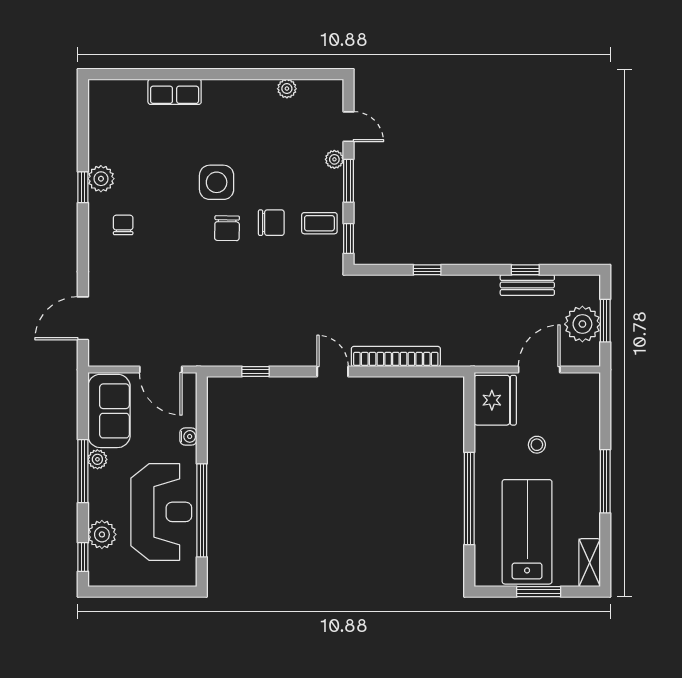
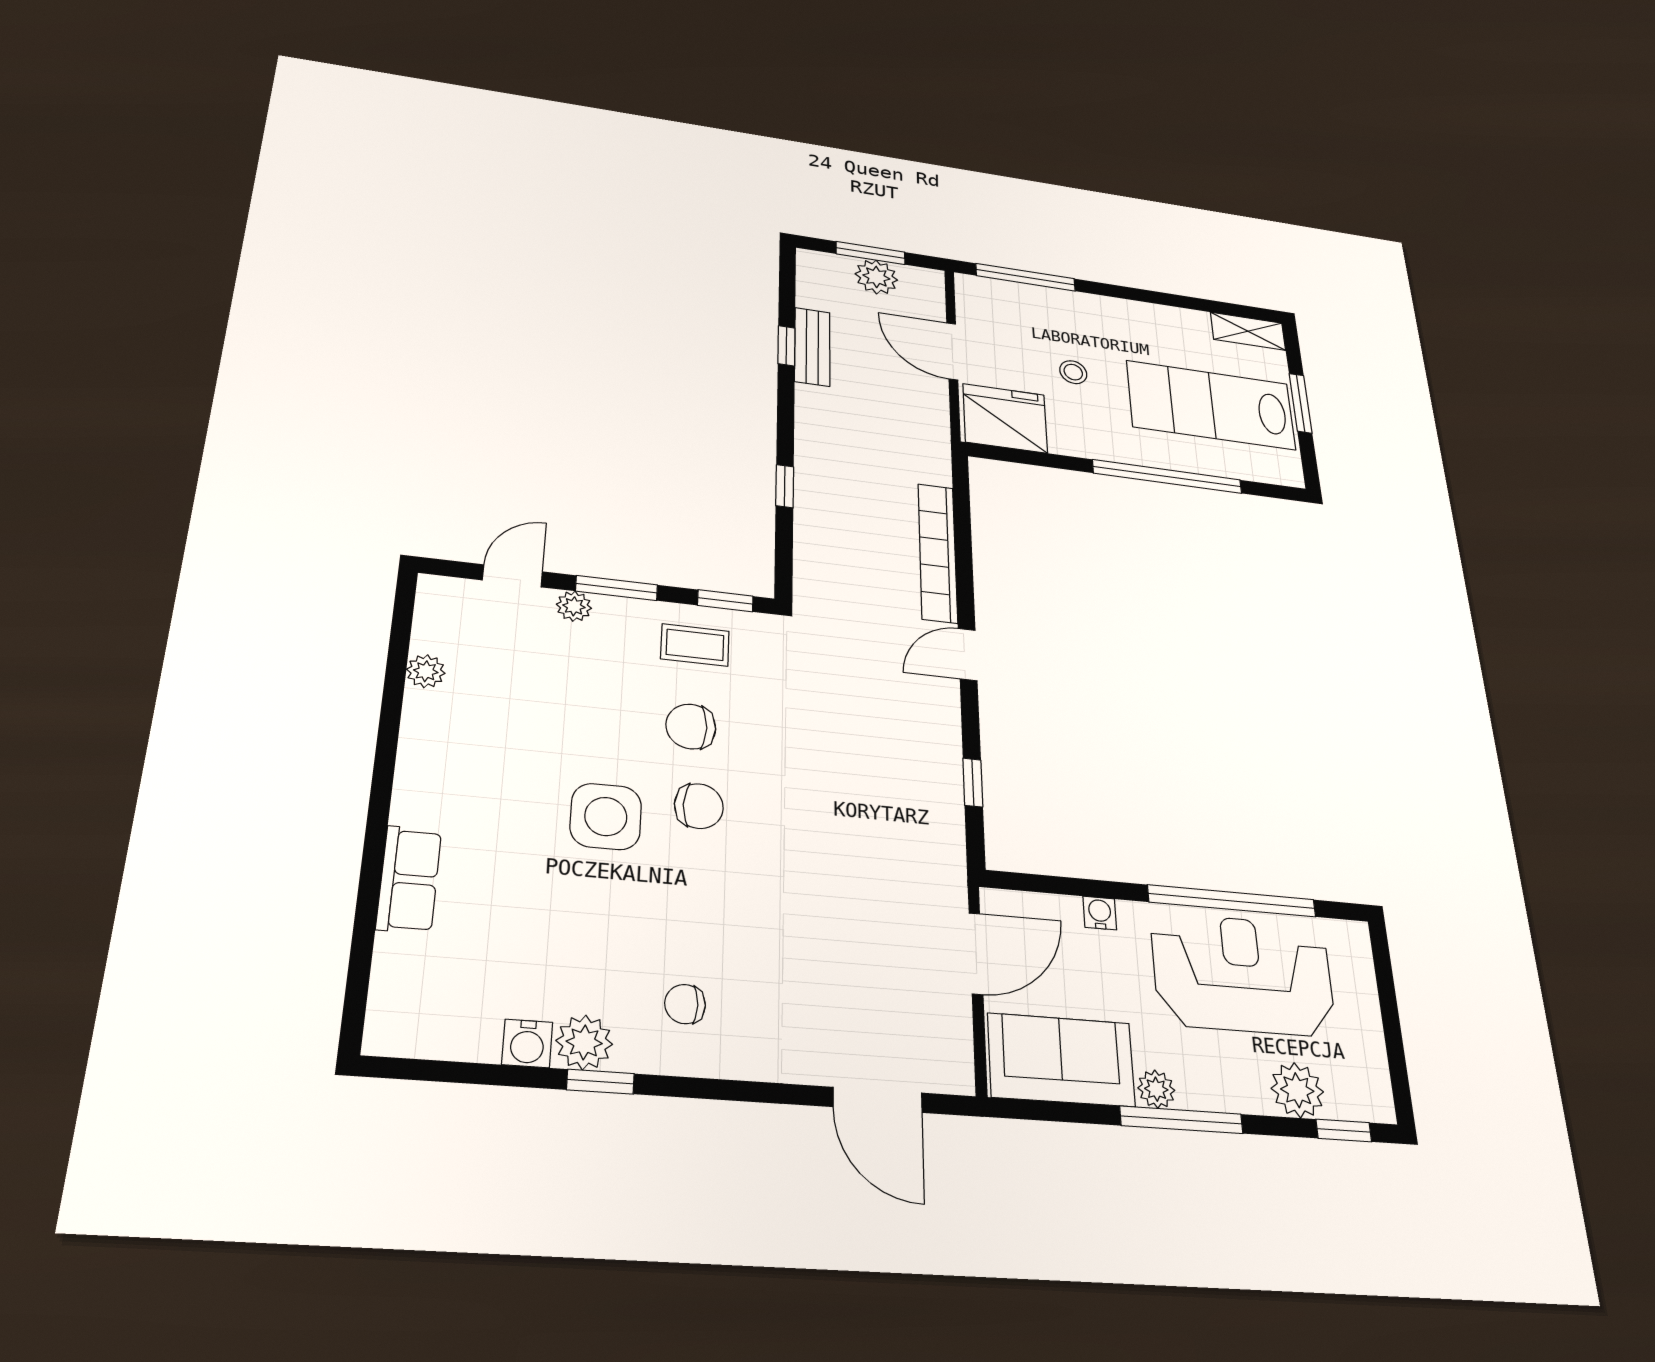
water cooler: (99, 153) -> (527, 1043), added
chair: (271, 223) -> (691, 726), turned -90
coffee table: (319, 223) -> (695, 645), turned 90
plant: (582, 324) -> (876, 277), width x0.73, depth x0.73
window: (605, 481) -> (1026, 277), moved

